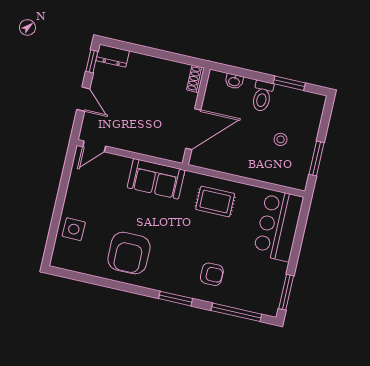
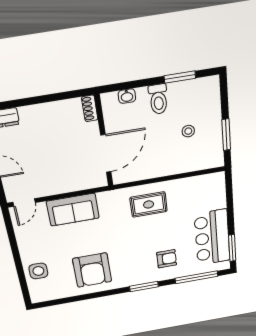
sofa: (156, 179) -> (73, 210), moved
bar counter: (278, 226) -> (212, 237), moved

